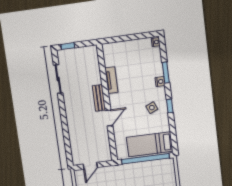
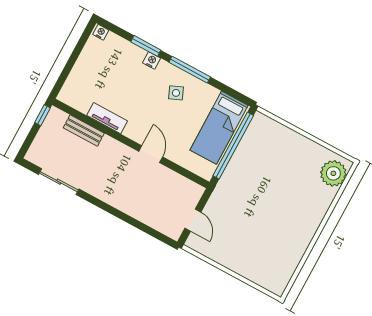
window: (68, 46) -> (42, 115), moved
bench: (99, 98) -> (84, 130), moved
window: (170, 106) -> (190, 70), width x2.17

